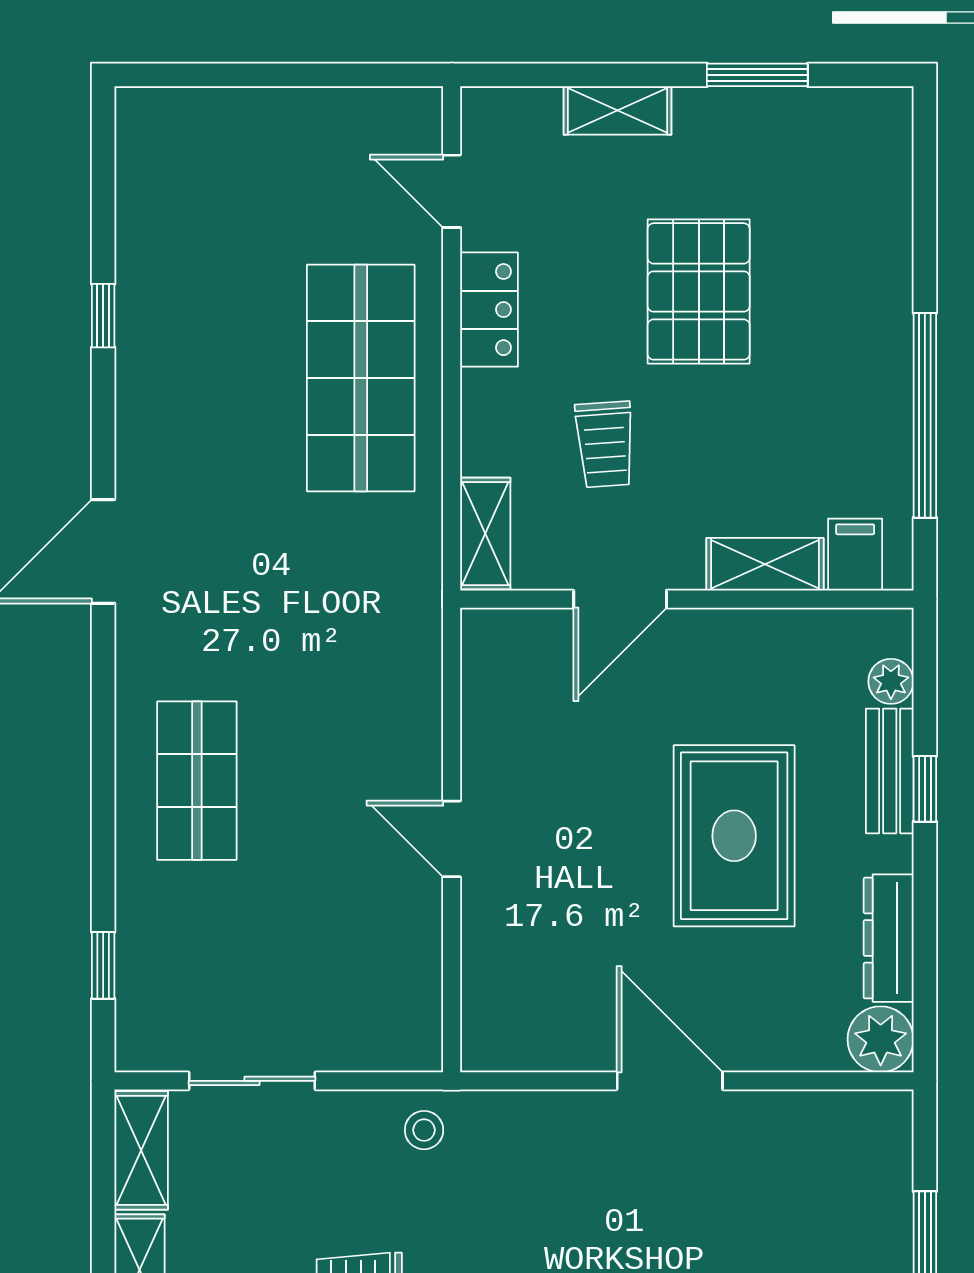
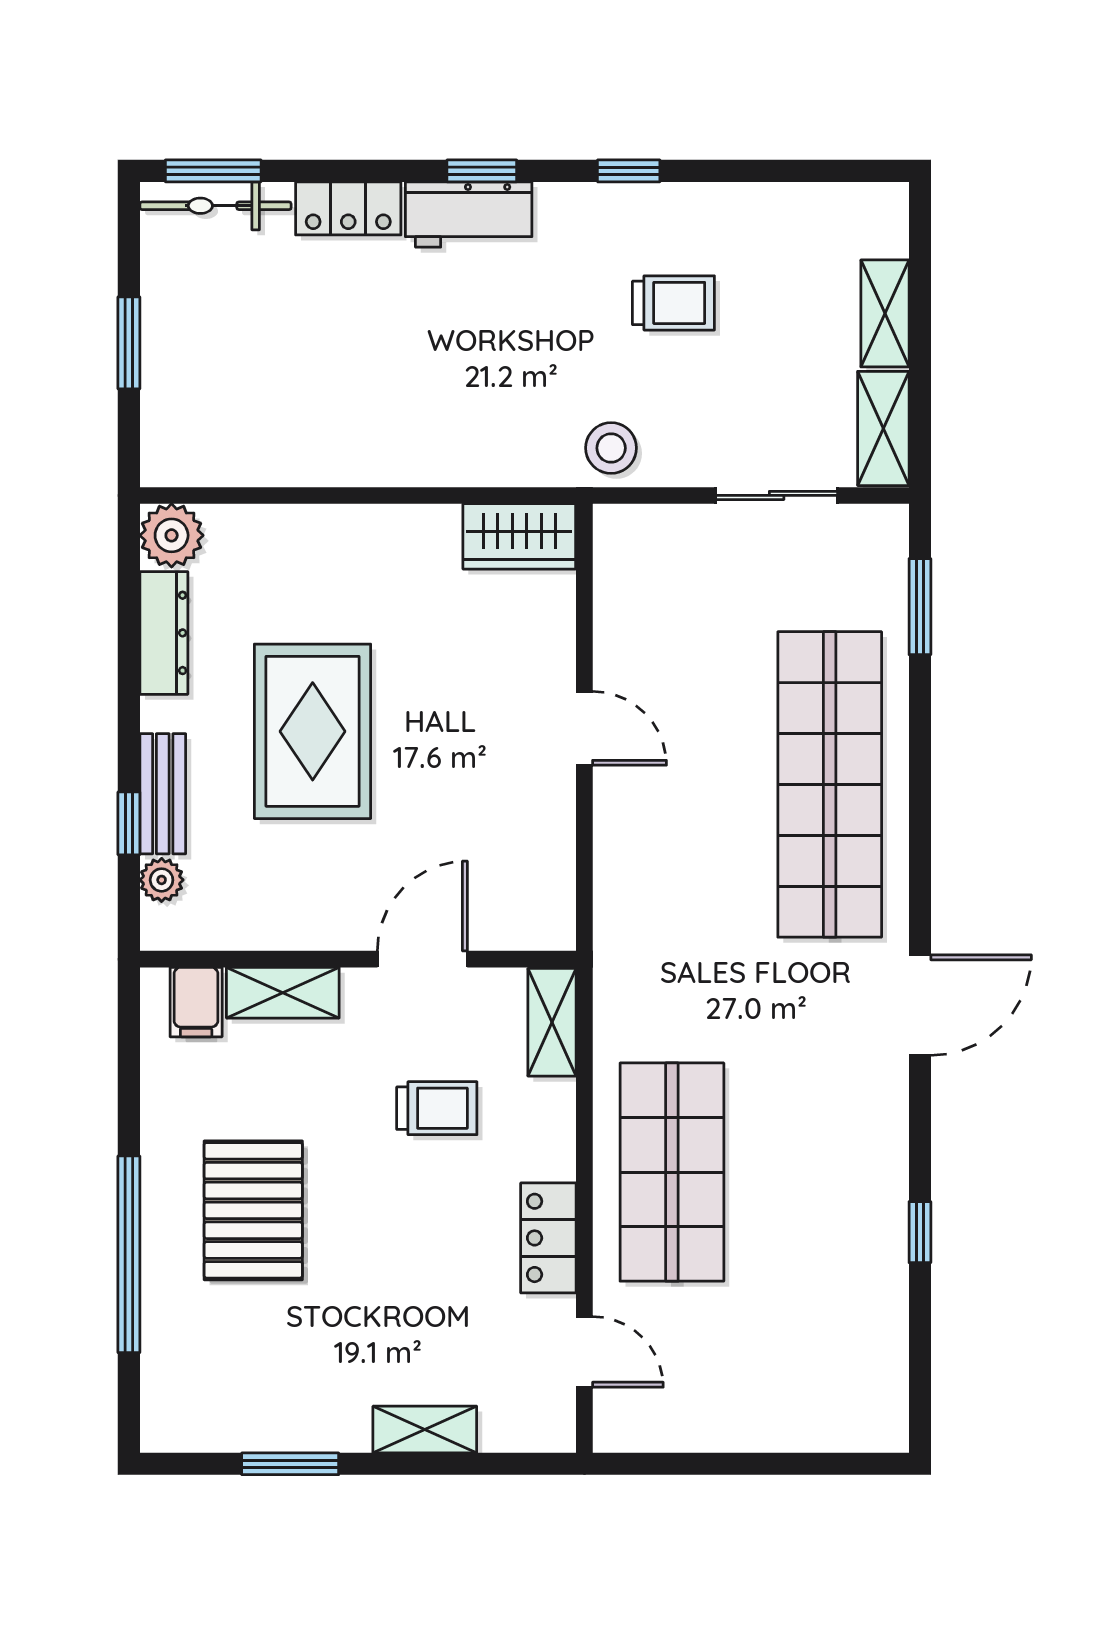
pallet: (699, 291) -> (253, 1210), moved
window: (925, 415) -> (129, 1254), moved
trolley: (605, 444) -> (437, 1108), turned 94
shop shelf: (197, 781) -> (830, 784), width x2.00, depth x1.36
window: (925, 789) -> (129, 823), moved
window: (103, 965) -> (920, 607), width x1.50
wardrobe: (519, 1038) -> (519, 536), added
door: (670, 1081) -> (374, 495), removed
stool: (424, 1130) -> (611, 448), width x1.37, depth x1.37

